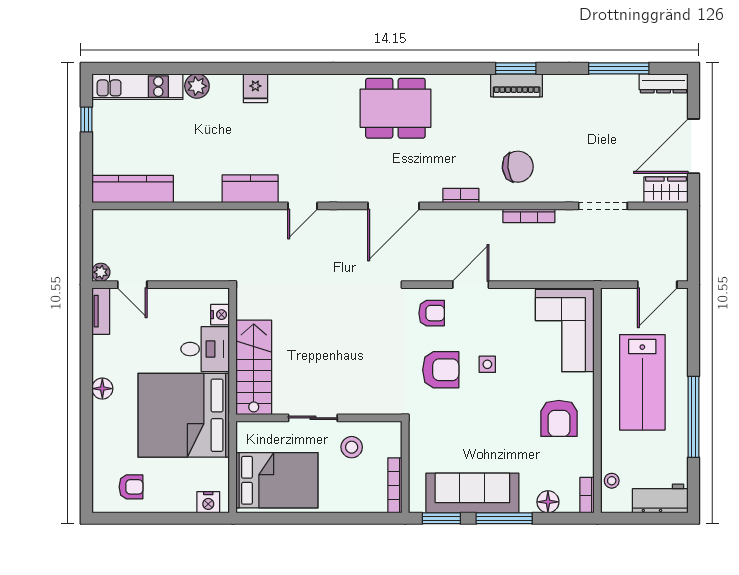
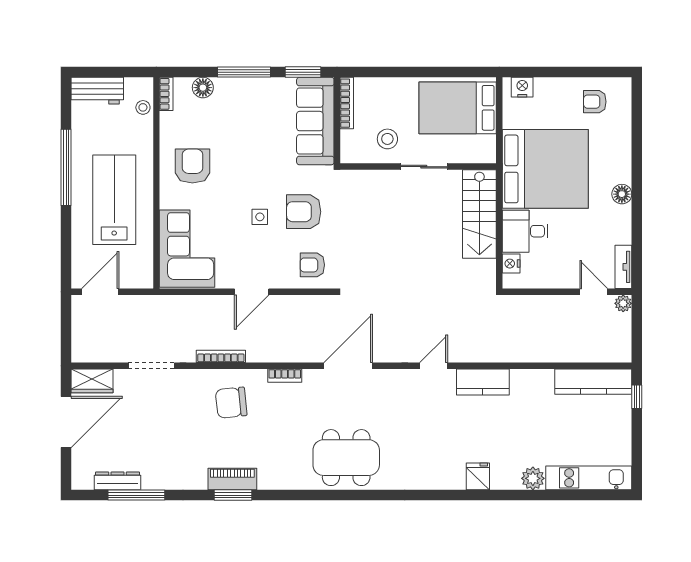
dresser: (664, 83) -> (118, 481), moved
window: (86, 120) -> (637, 397), moved
door: (471, 285) -> (252, 292), moved
sofa: (472, 493) -> (315, 121), moved, turned 90

